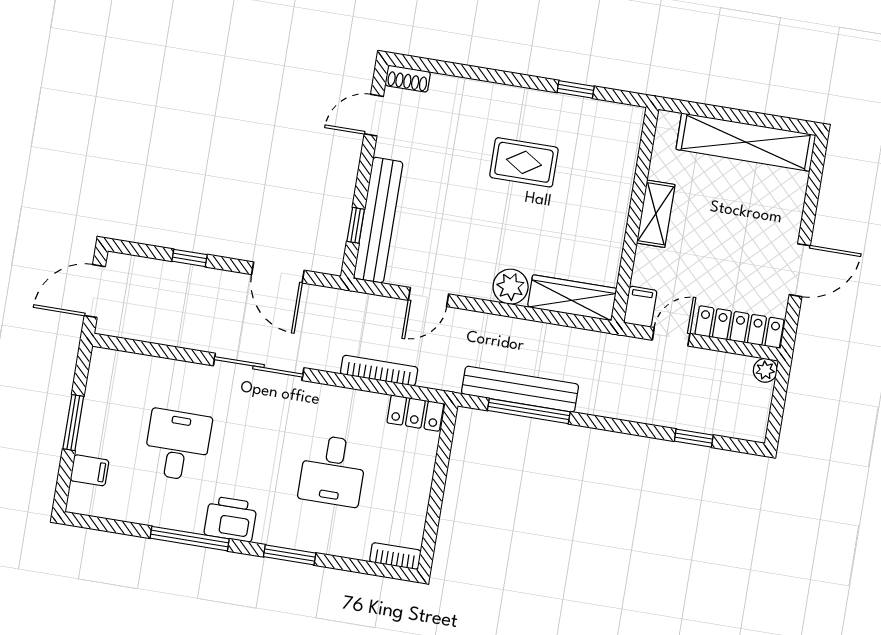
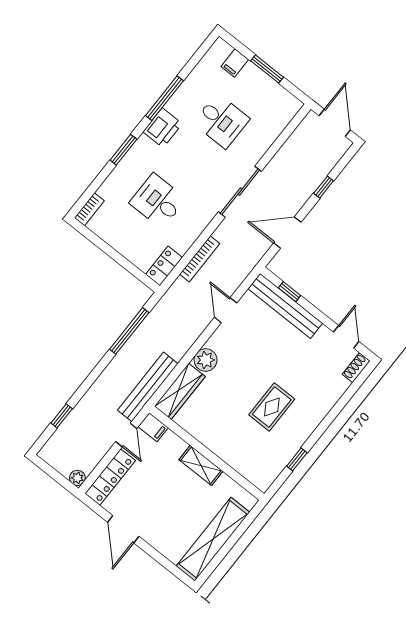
bench: (520, 389) -> (148, 387), moved

